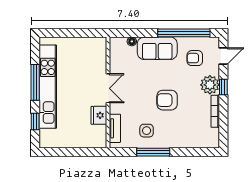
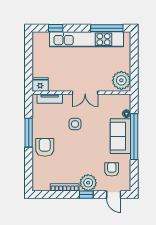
window: (184, 33) -> (134, 137), moved
plant: (94, 47) -> (121, 80), added
window: (35, 82) -> (107, 28), moved
armchair: (167, 100) -> (45, 147), moved
fridge: (99, 115) -> (40, 85), moved
side table: (147, 131) -> (75, 124), moved

